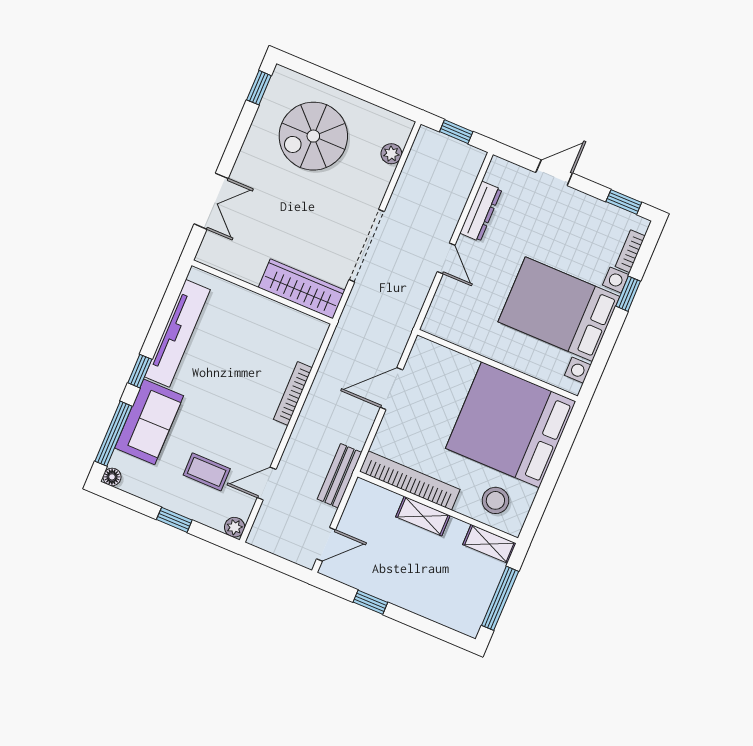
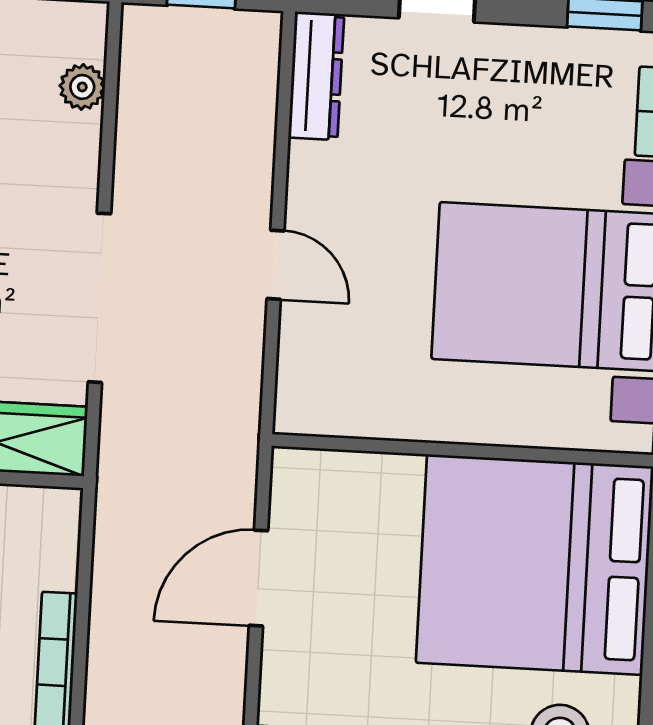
dresser: (481, 211) -> (316, 76), moved

